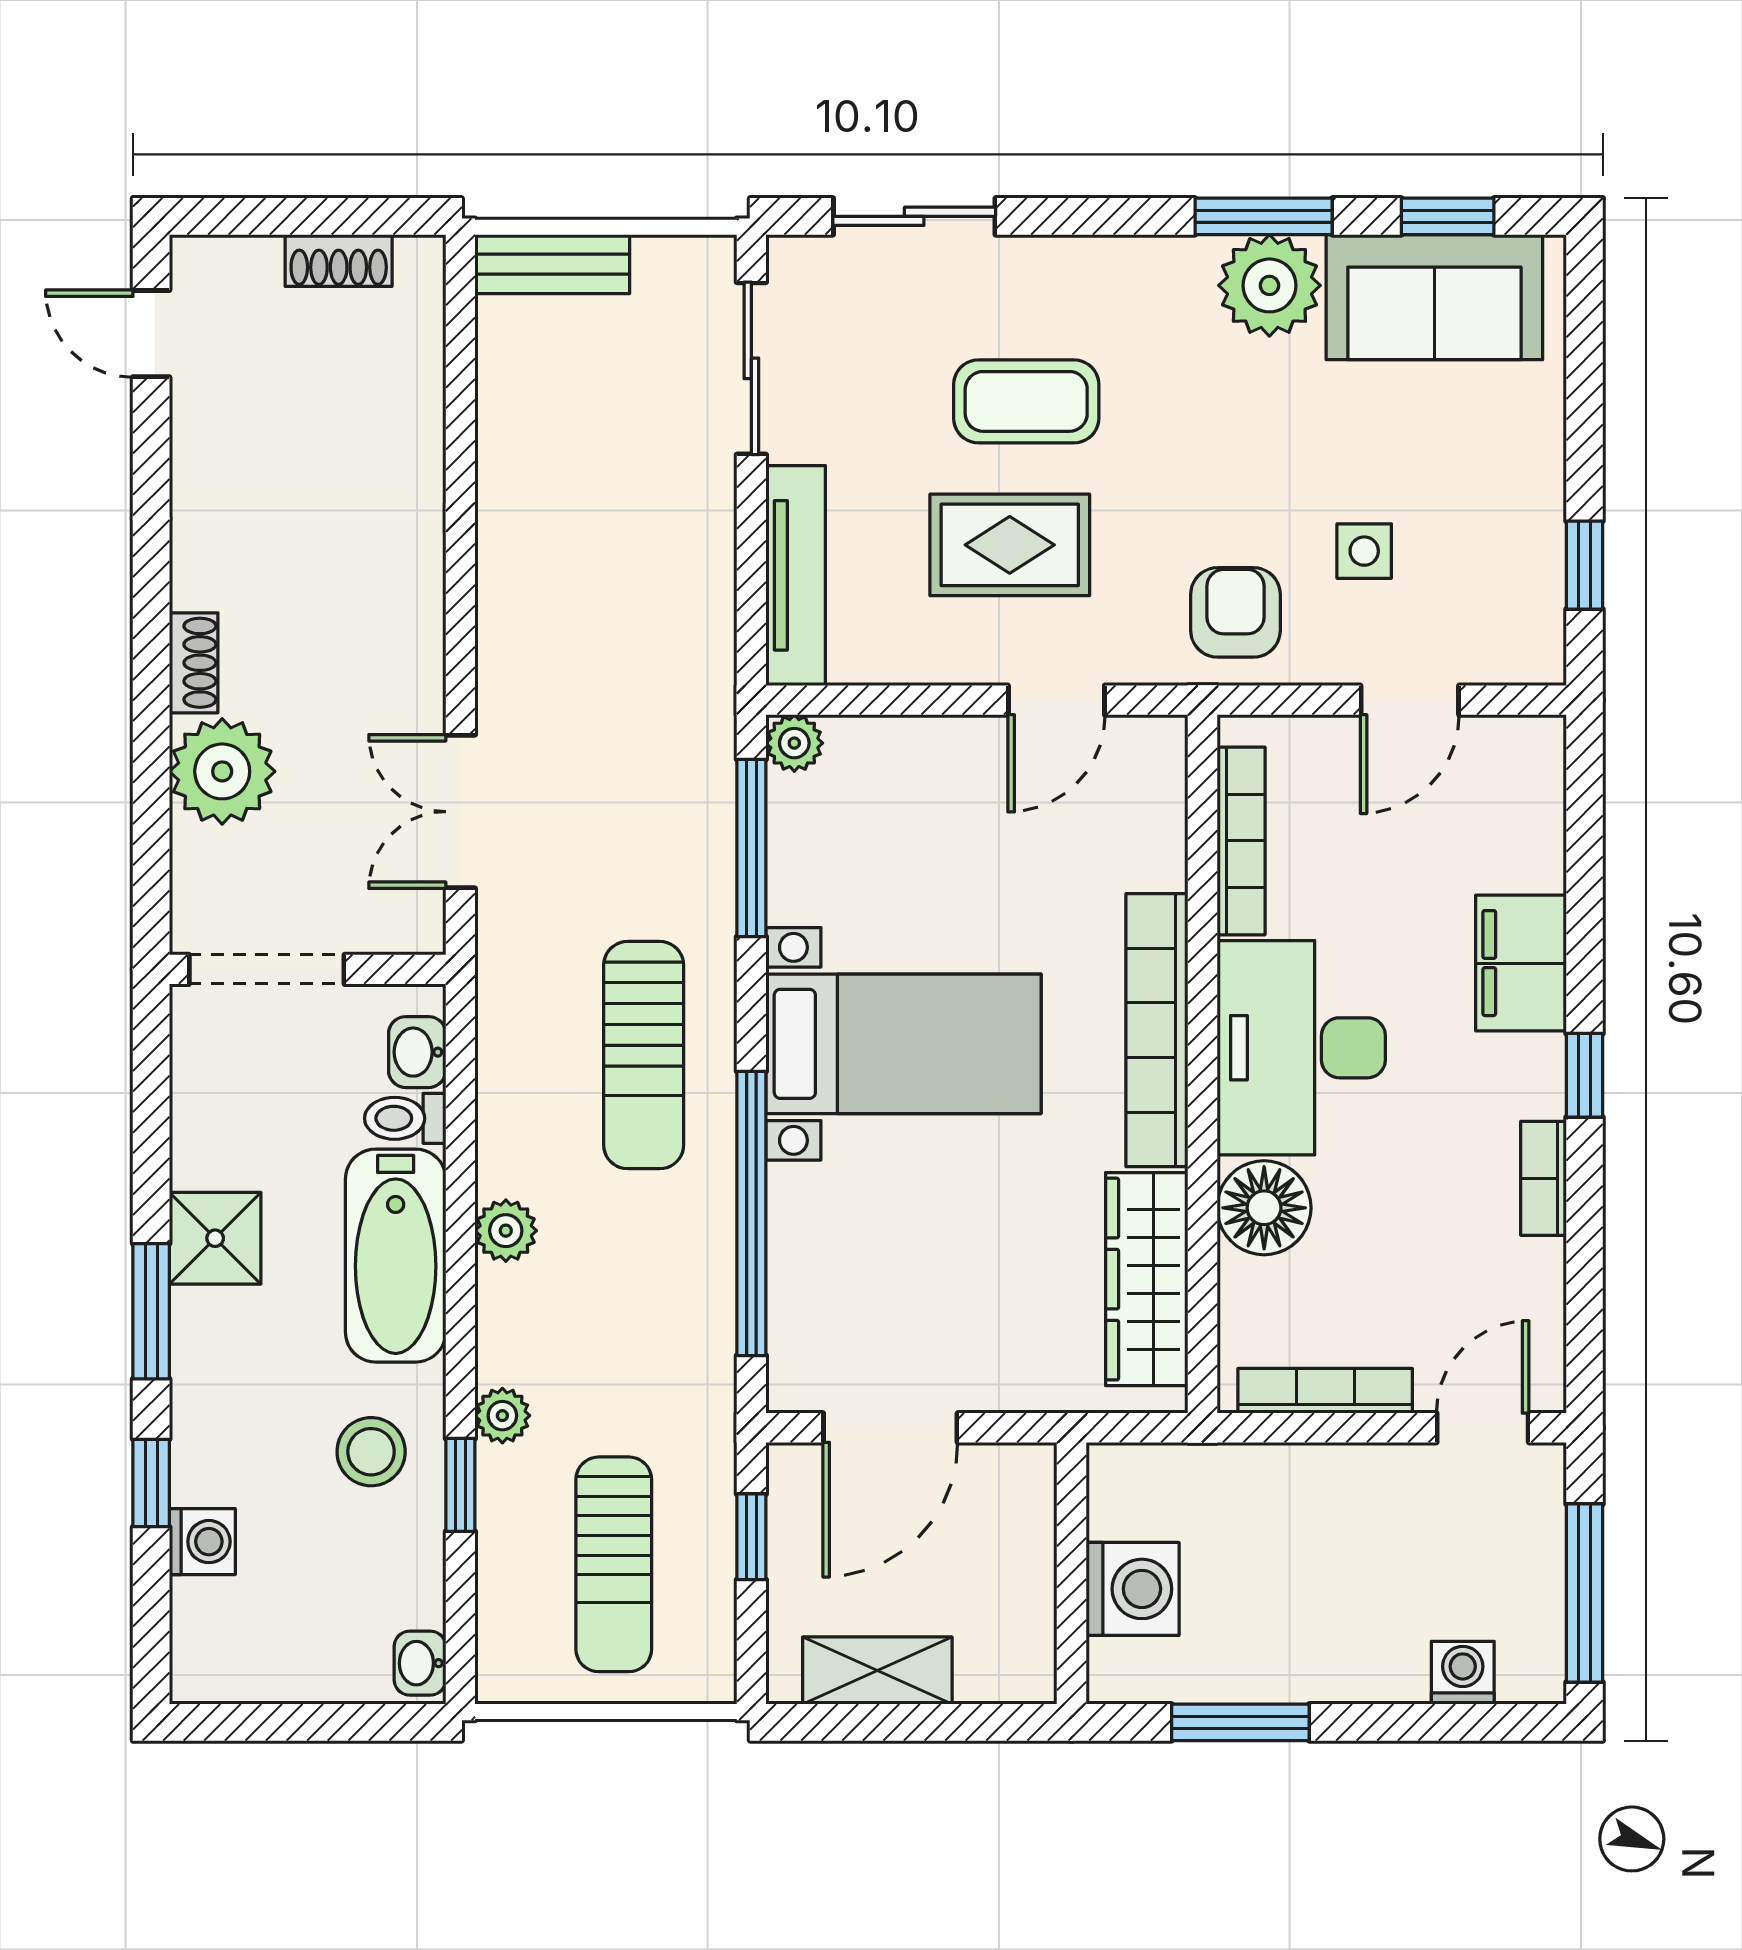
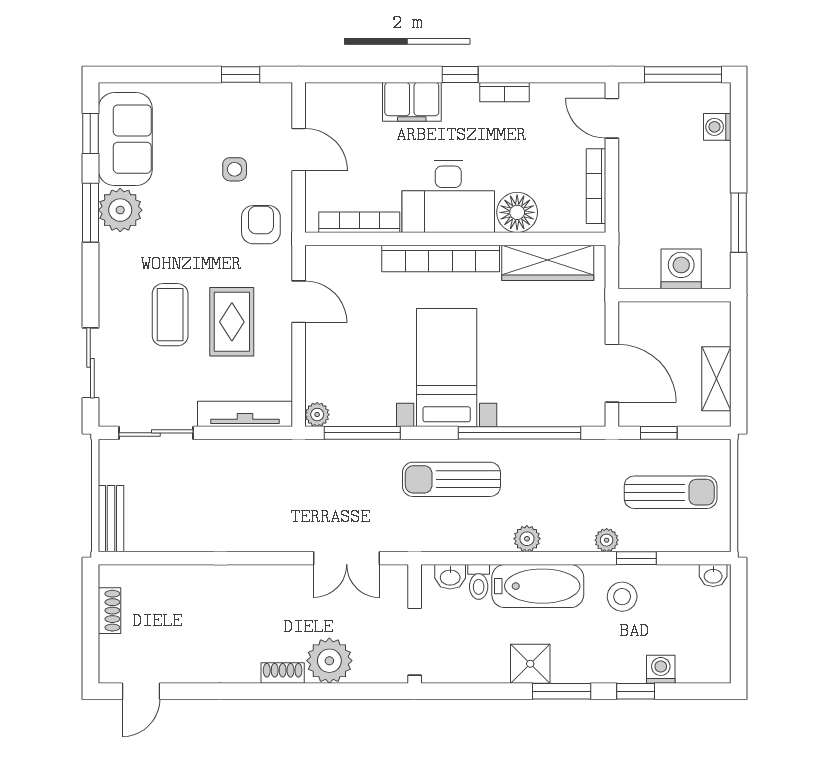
armchair: (1235, 612) -> (261, 225), turned 90
sun lounger: (644, 1055) -> (451, 479), turned 180

